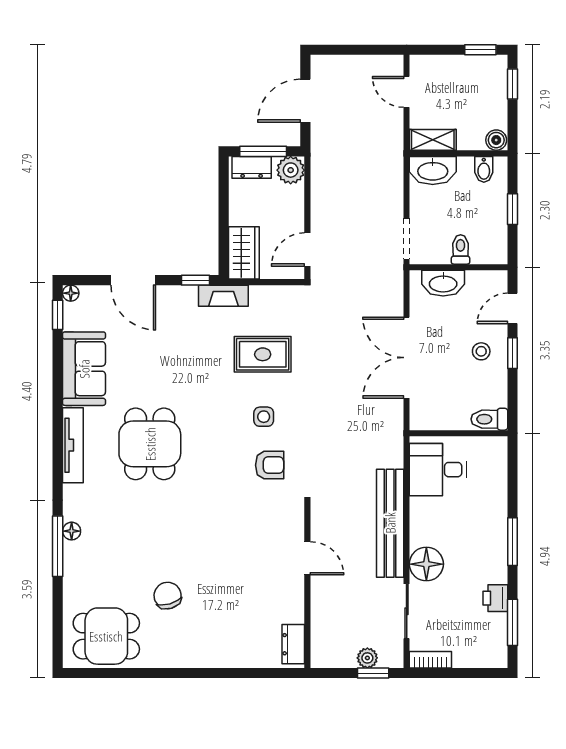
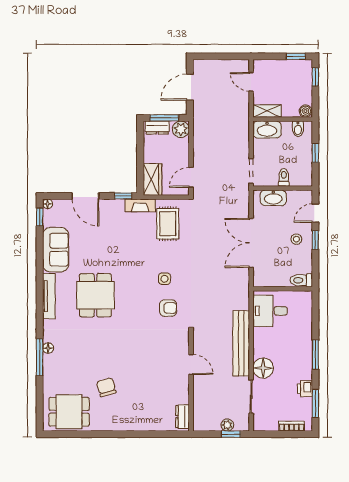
rug: (263, 354) -> (168, 224), moved, turned 90
bookcase: (430, 660) -> (292, 426), moved

